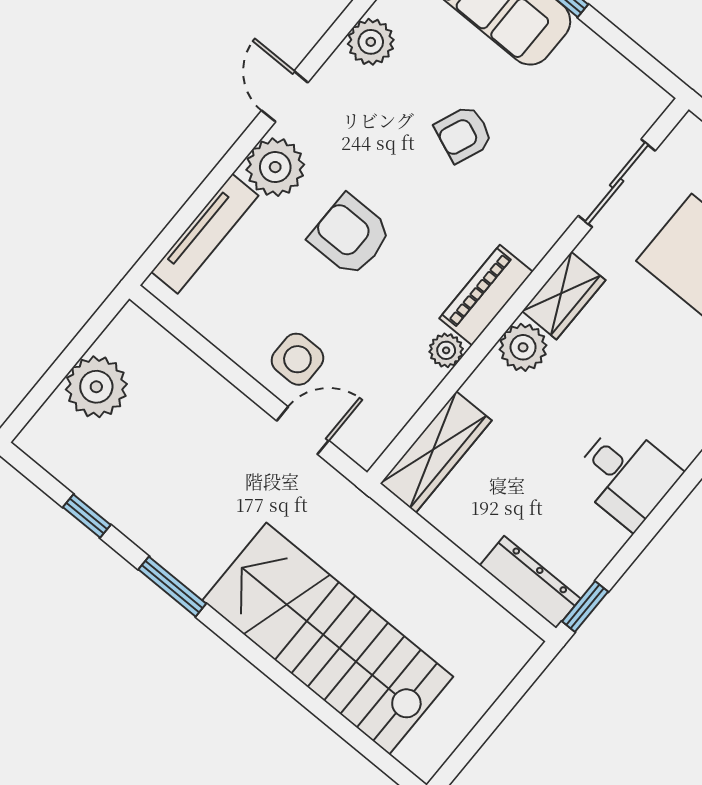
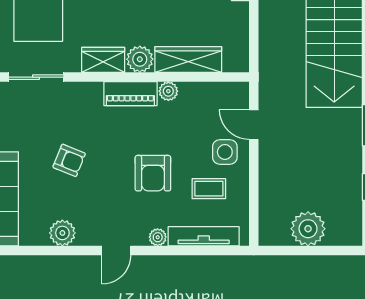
plant: (275, 167) -> (158, 237), width x0.53, depth x0.53
coffee table: (265, 295) -> (209, 189), added
wardrobe: (436, 452) -> (188, 60), moved

